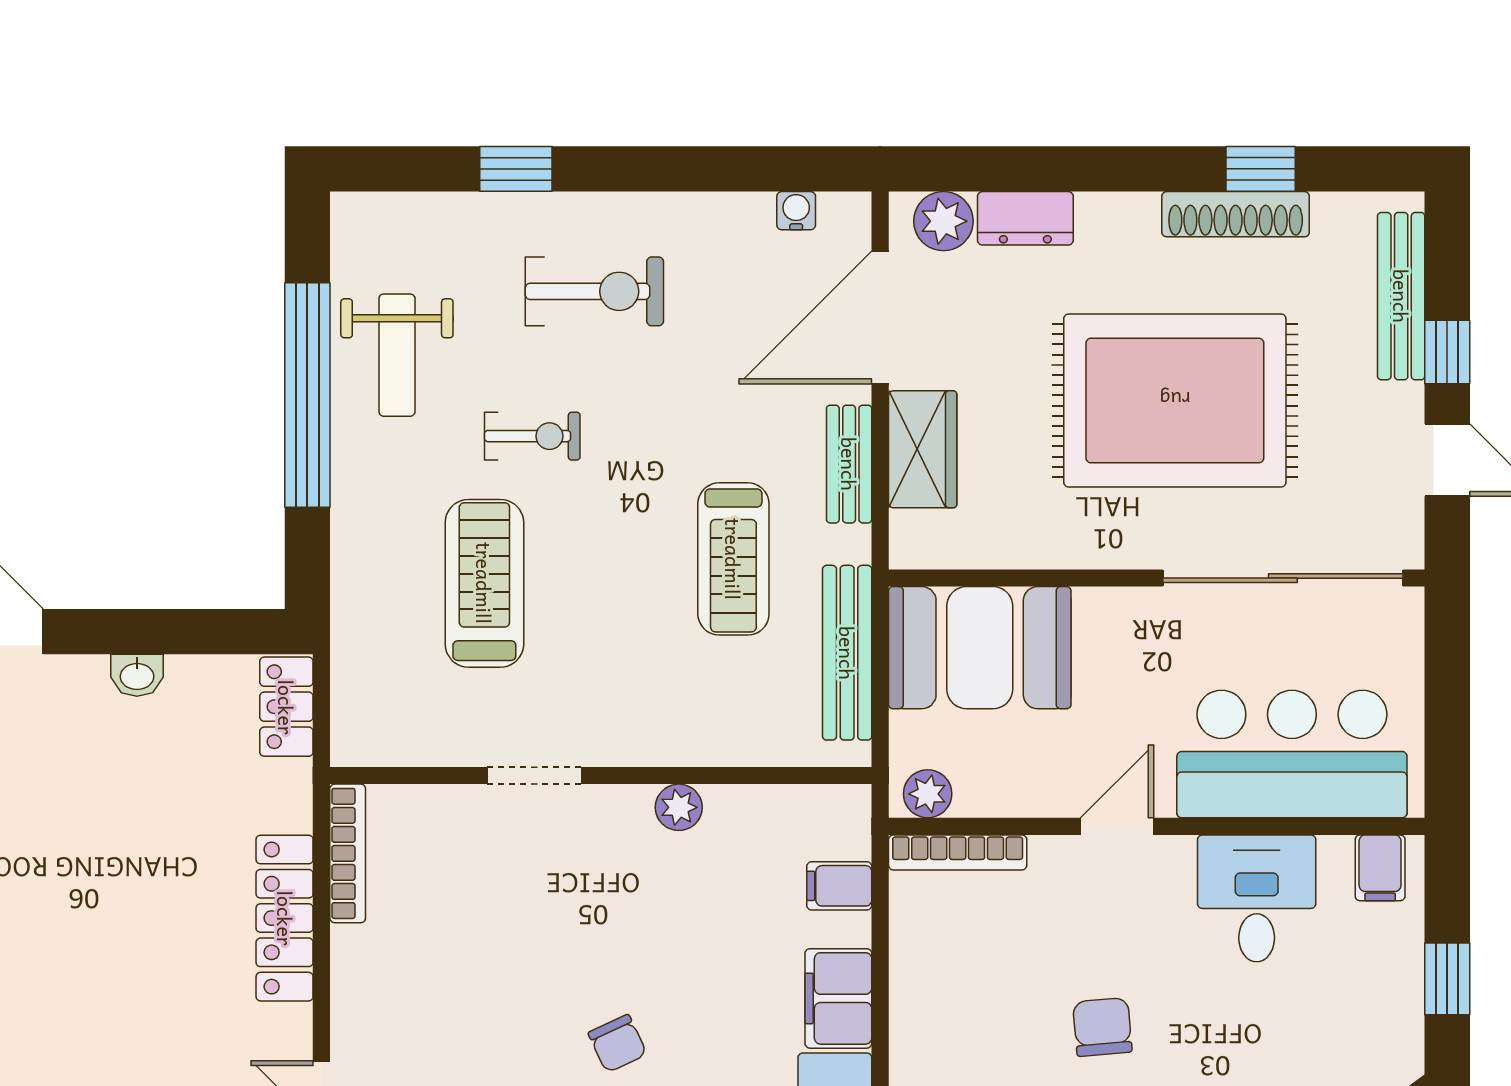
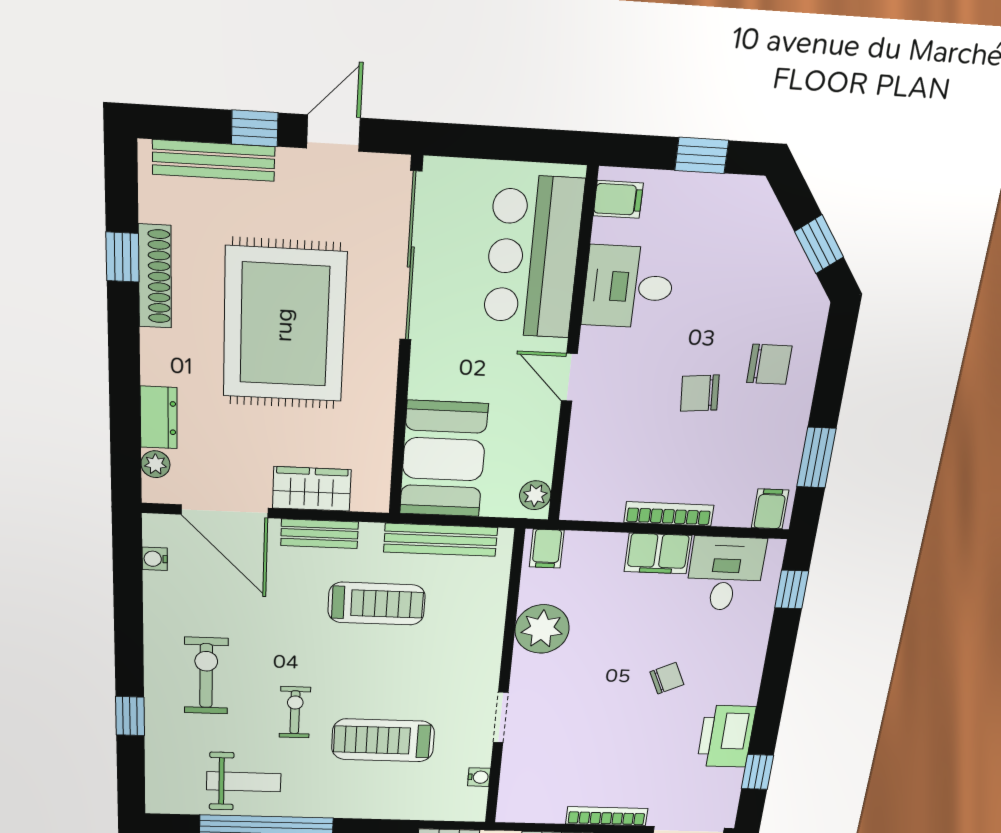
plant: (943, 221) -> (155, 464), width x0.73, depth x0.73
water cooler: (419, 749) -> (479, 777), added
plant: (679, 807) -> (542, 629), width x1.87, depth x1.87
bookcase: (958, 852) -> (669, 514), moved, turned -90
bookcase: (348, 853) -> (607, 816), moved
filing cabinet: (839, 886) -> (547, 549), moved

